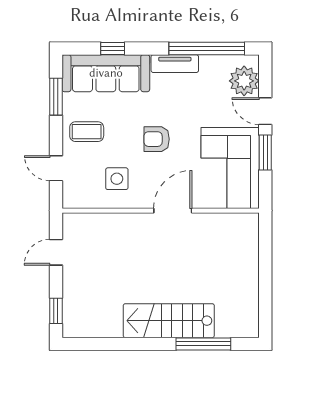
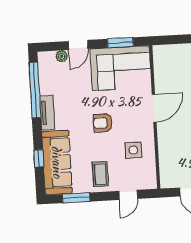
plant: (244, 81) -> (62, 56), width x0.53, depth x0.53
armchair: (157, 139) -> (103, 123), turned 90
window: (265, 153) -> (120, 43), moved
door: (173, 211) -> (154, 108), swing flipped

